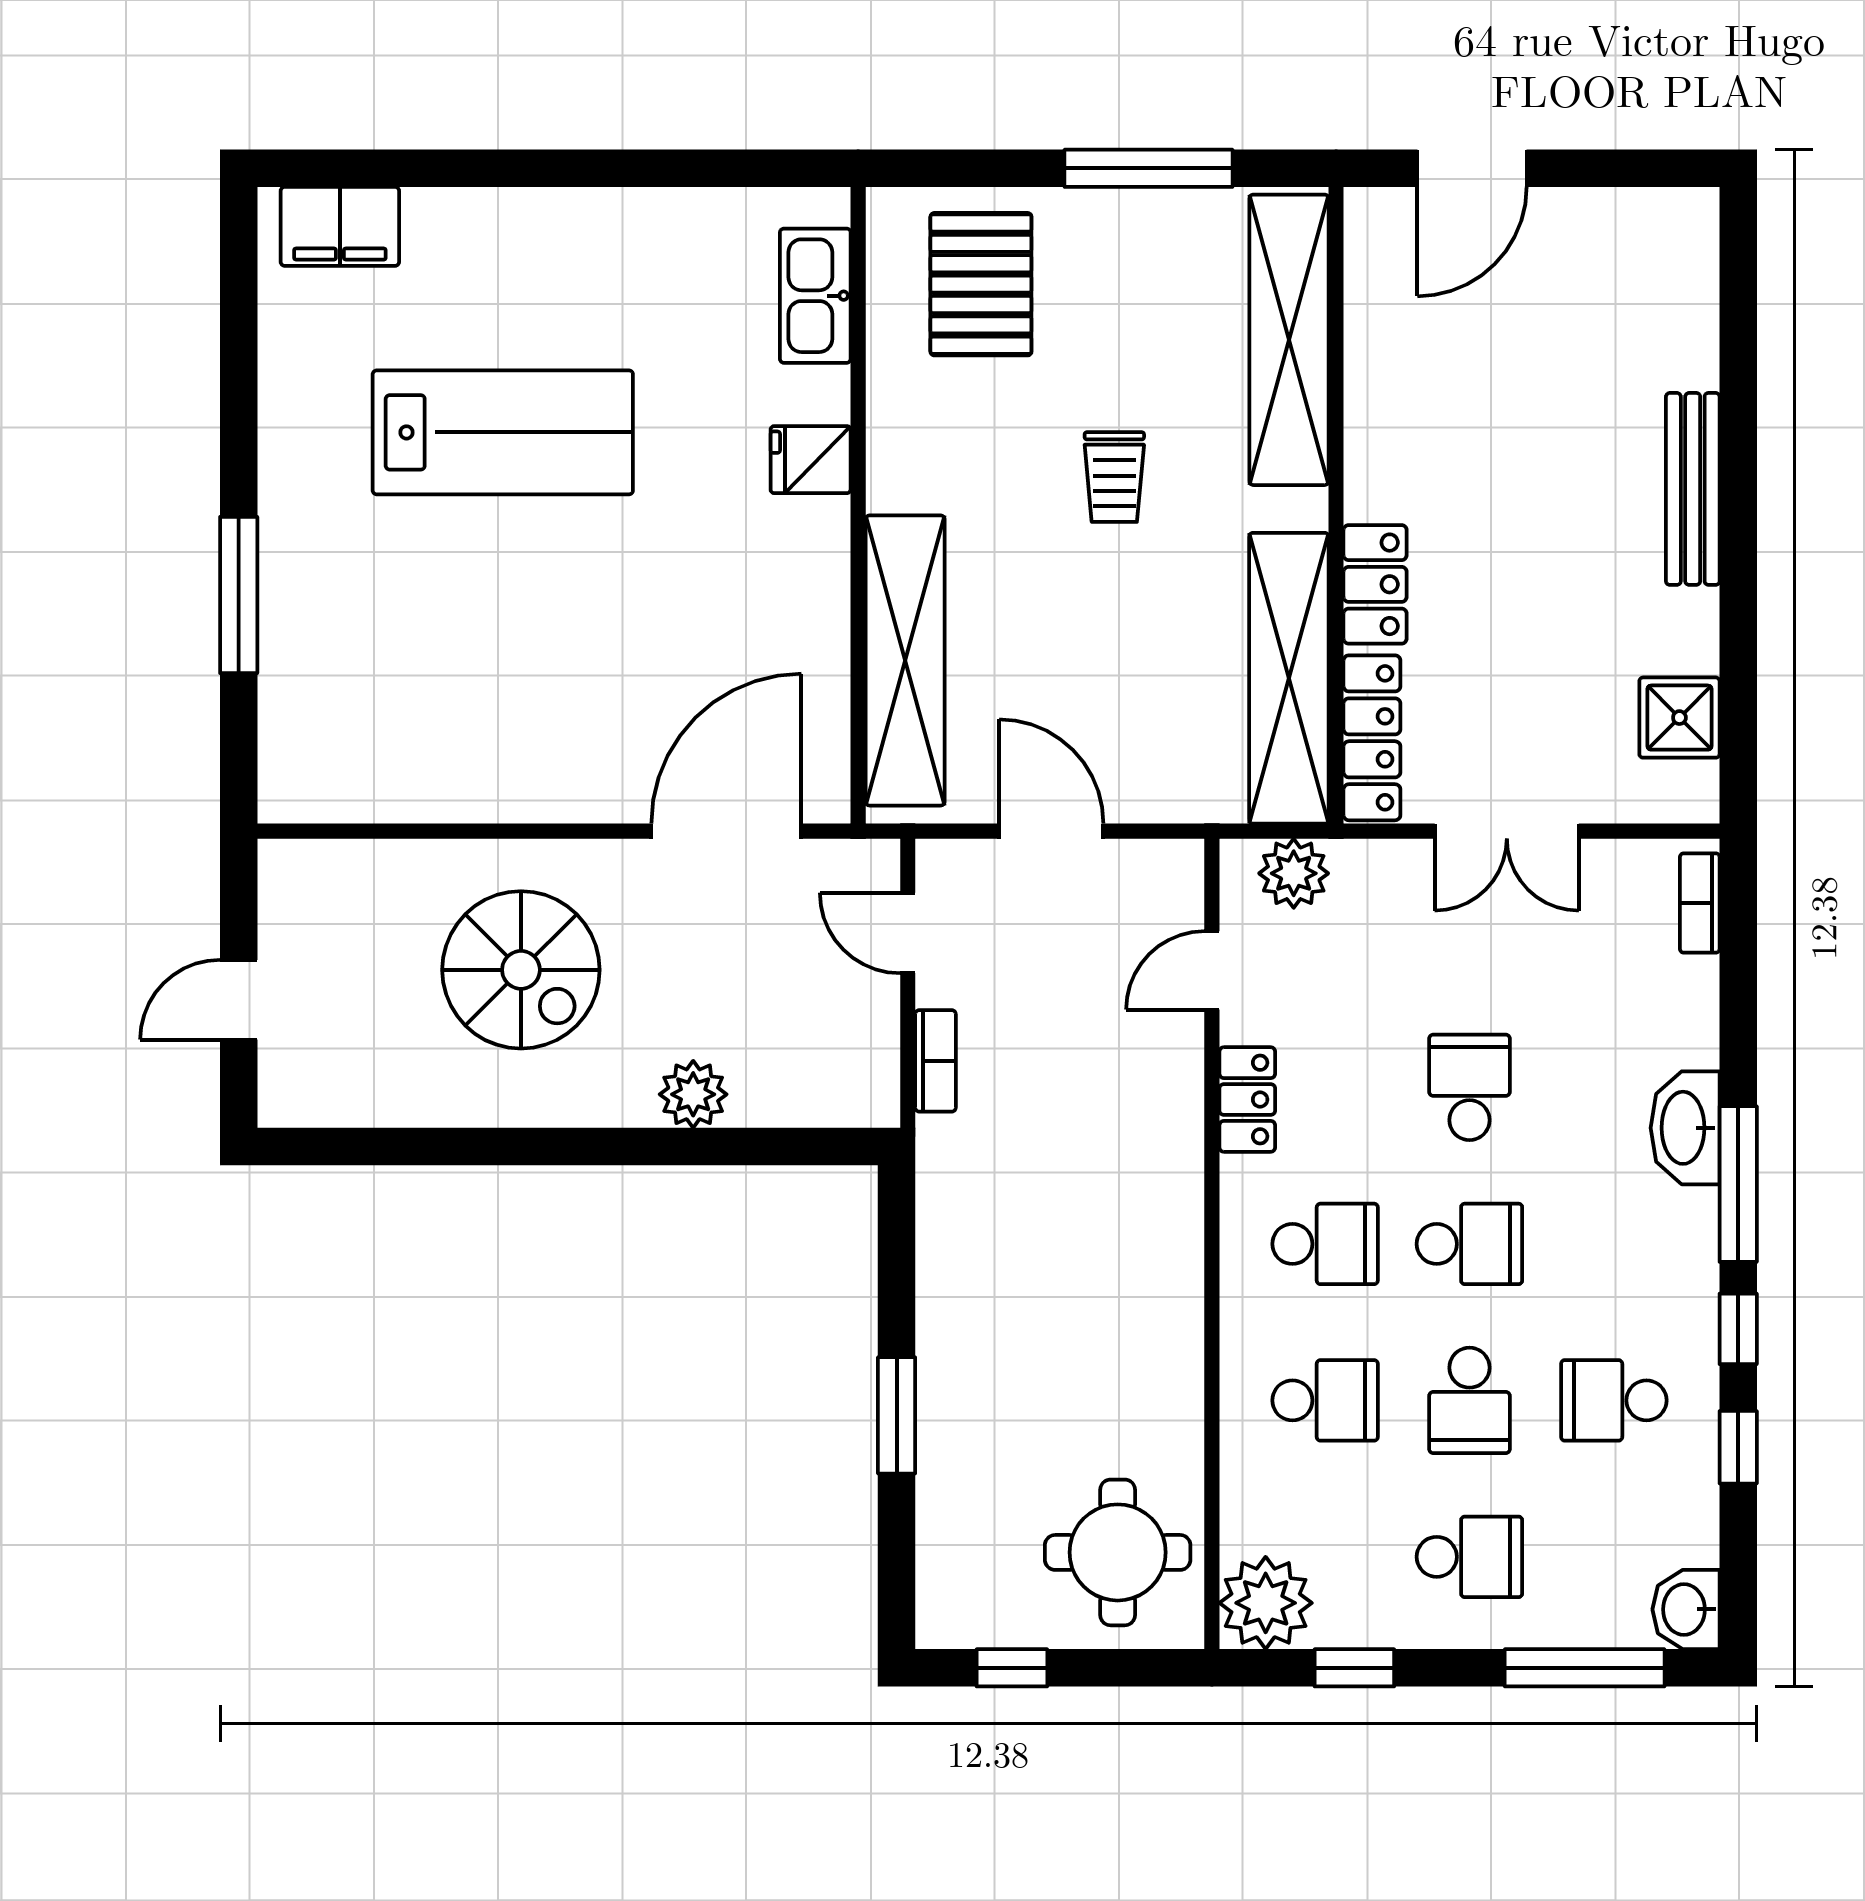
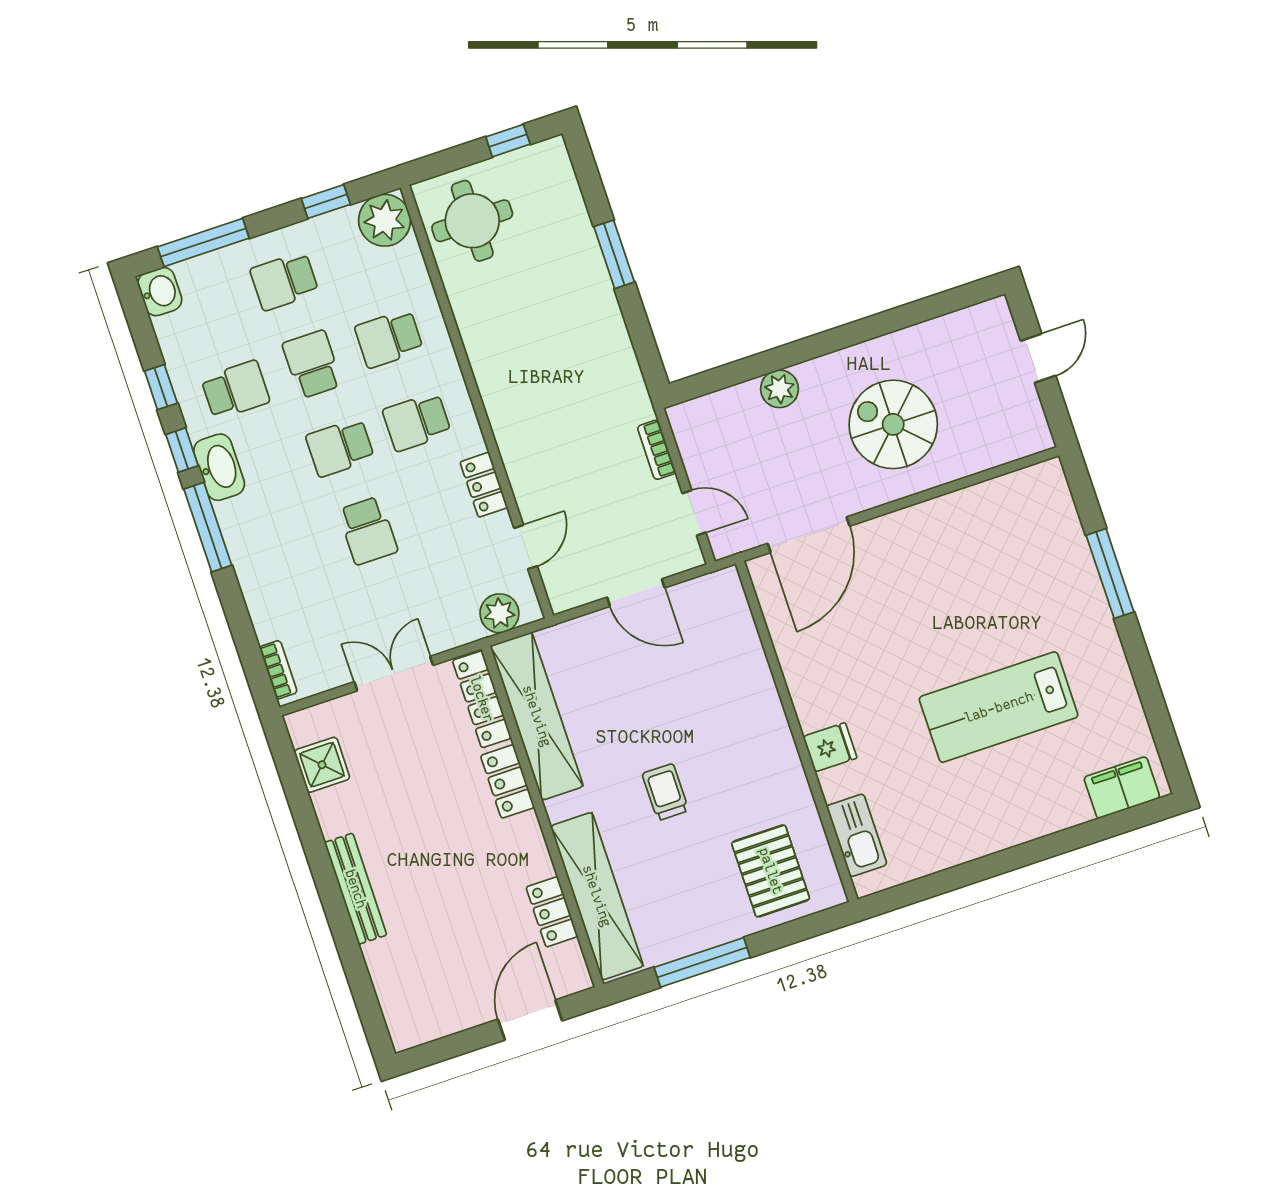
locker: (1374, 339) -> (552, 912), added
shelving: (905, 660) -> (744, 657), removed
washbasin: (1685, 1128) -> (219, 467), moved

